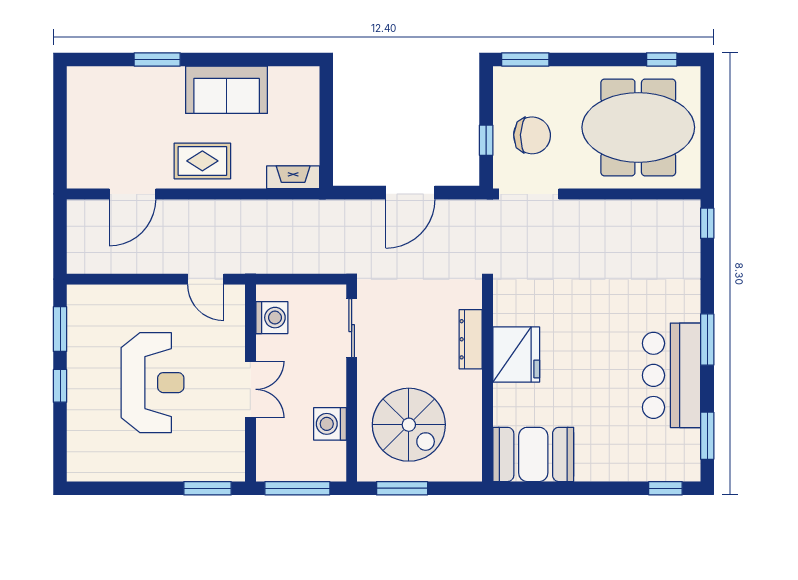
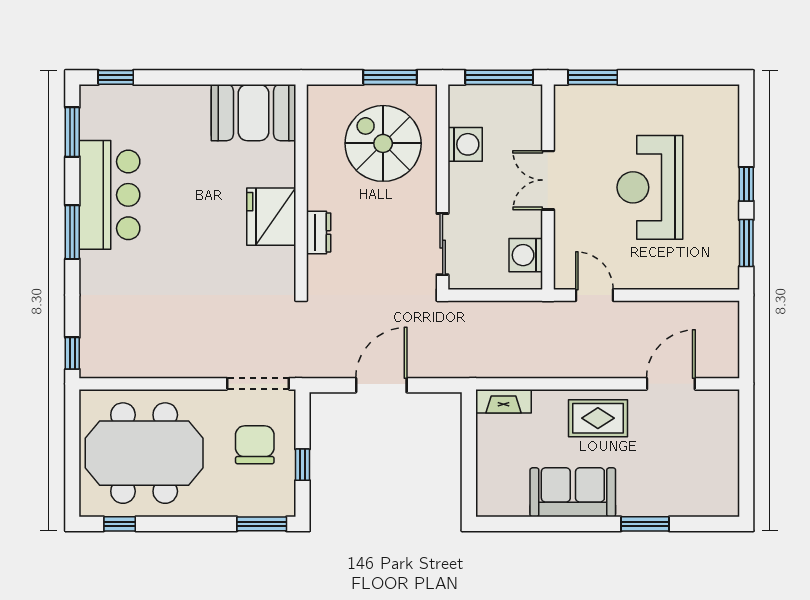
chair: (532, 135) -> (255, 445), turned 88
window: (486, 140) -> (303, 465), moved
dresser: (471, 339) -> (319, 232), width x0.70

